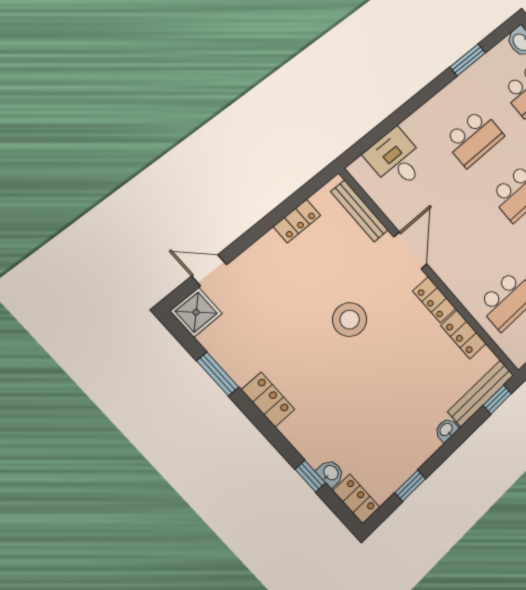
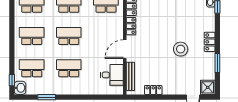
desk: (396, 159) -> (112, 75), moved, turned -90
stool: (350, 320) -> (181, 49), moved

